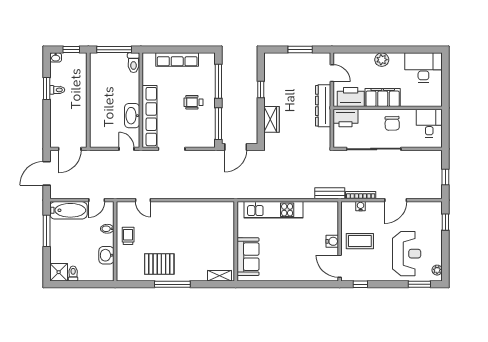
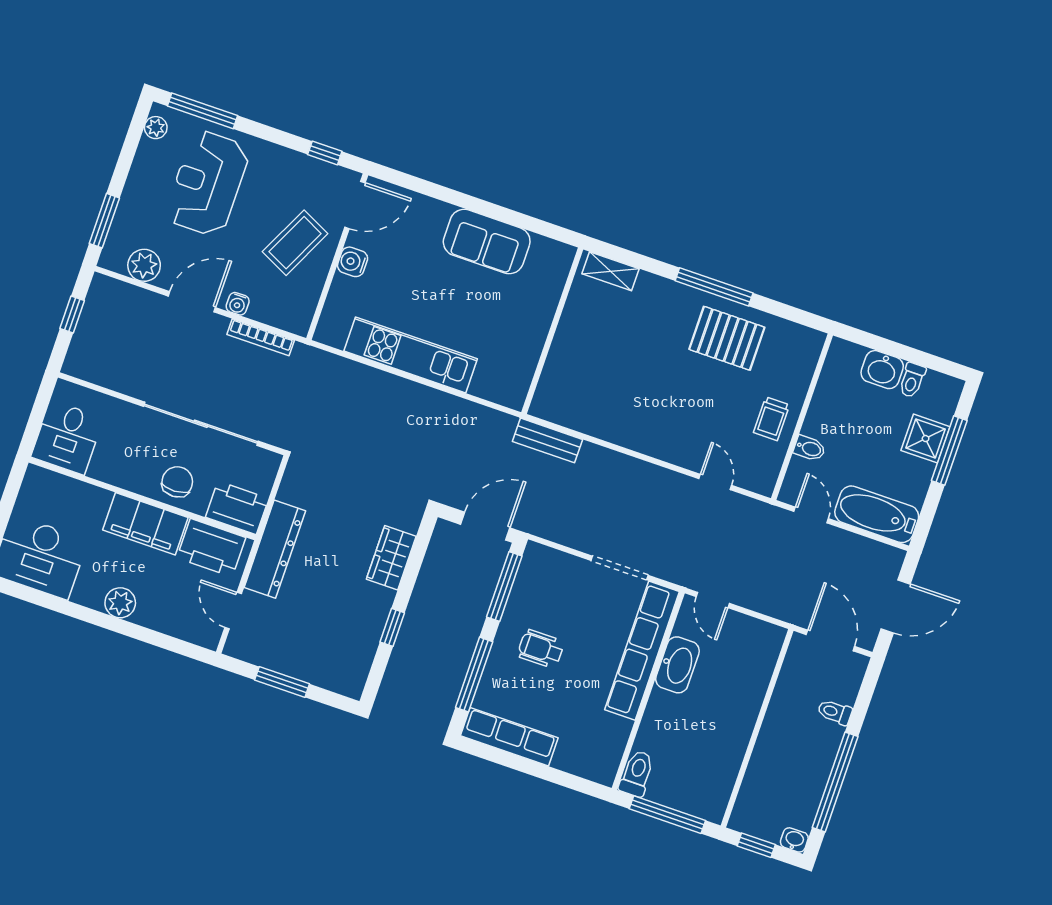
row of seats: (177, 60) -> (509, 737), moved
window: (47, 89) -> (835, 782), width x2.11
toilet: (57, 90) -> (835, 712), moved
wheelchair: (193, 102) -> (541, 649), turned 180
chair: (392, 123) -> (177, 482), moved
door: (70, 149) -> (830, 641), hinge flipped
bench: (330, 193) -> (548, 440), moved
door: (97, 200) -> (811, 515), hinge flipped
water cooler: (361, 206) -> (238, 304), moved
plant: (422, 209) -> (144, 265), added
kitchen unit: (274, 210) -> (411, 355), moved
window: (445, 222) -> (104, 221), width x1.50
window: (47, 231) -> (949, 451), moved
coffee table: (360, 241) -> (295, 243), turned -64
washbasin: (106, 255) -> (882, 370), moved, turned 90
sofa: (248, 257) -> (487, 242), moved, turned -90
door: (340, 266) -> (355, 205), hinge flipped
shower: (59, 272) -> (926, 439), moved
window: (419, 284) -> (203, 111), width x1.44

